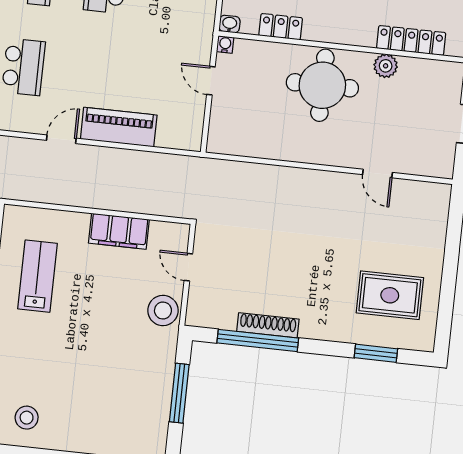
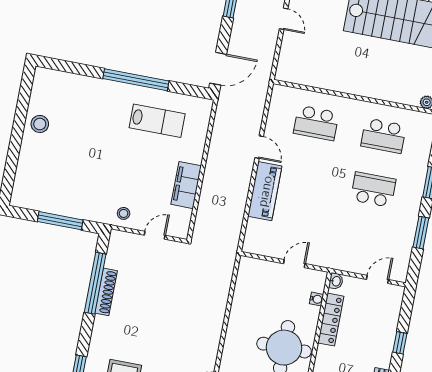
locker: (281, 27) -> (331, 320), width x1.53
water cooler: (225, 44) -> (316, 299), moved
stool: (163, 311) -> (124, 213), width x0.53, depth x0.53
stool: (27, 418) -> (40, 124), moved

